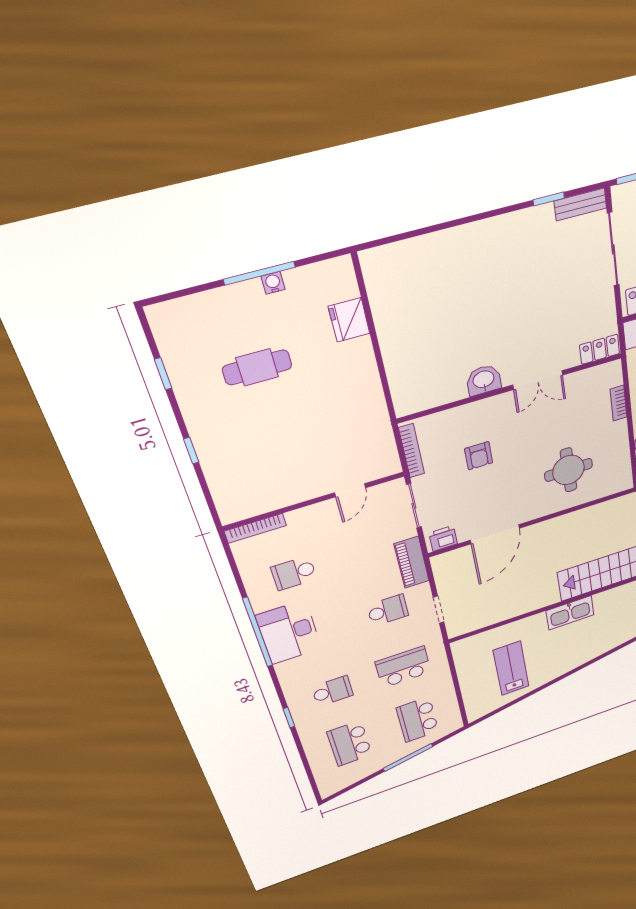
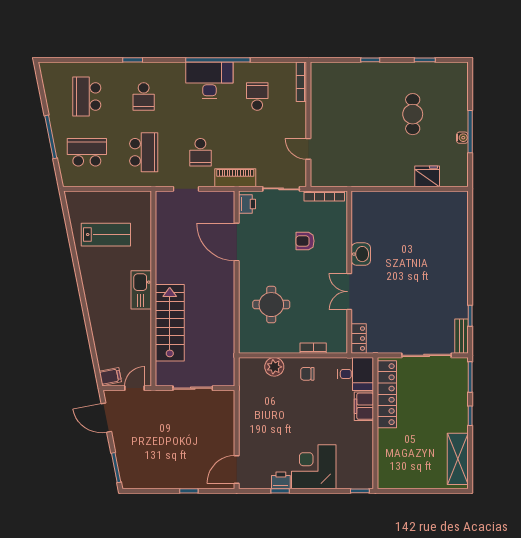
school desk: (350, 743) -> (87, 96), turned -90

